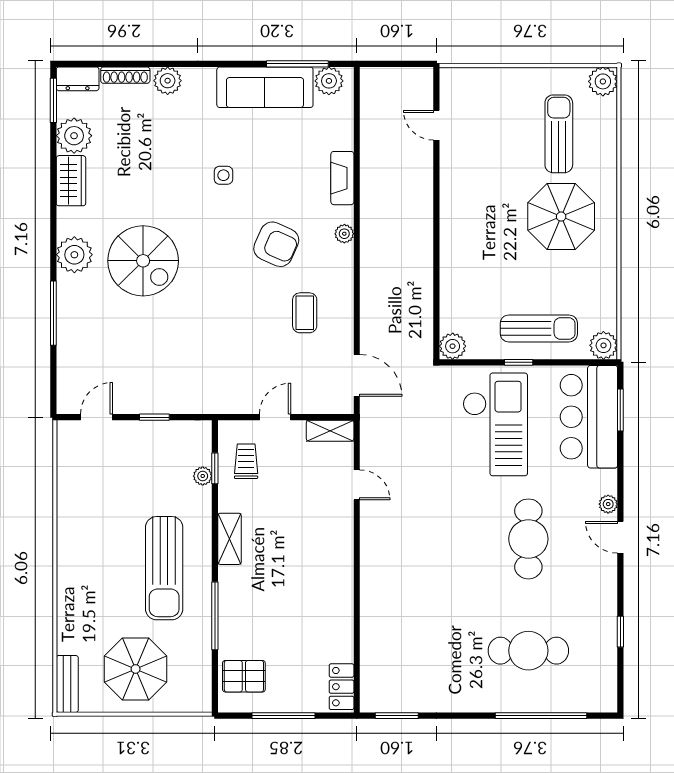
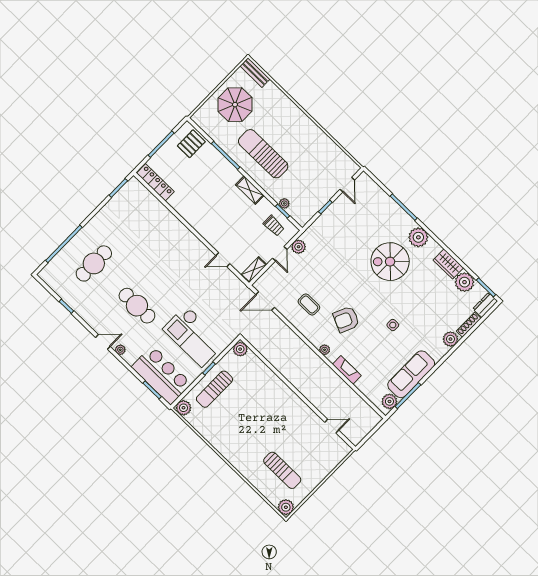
parasol: (561, 217) -> (249, 440), removed
plant: (242, 401) -> (299, 247), added
locker: (342, 687) -> (155, 182), width x1.53

